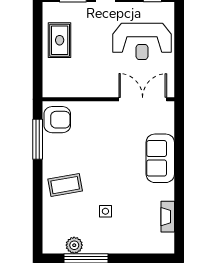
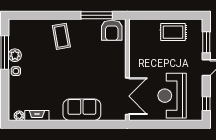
side table: (105, 211) -> (16, 71), moved
plant: (168, 240) -> (19, 116), added
plant: (74, 245) -> (15, 55), moved

